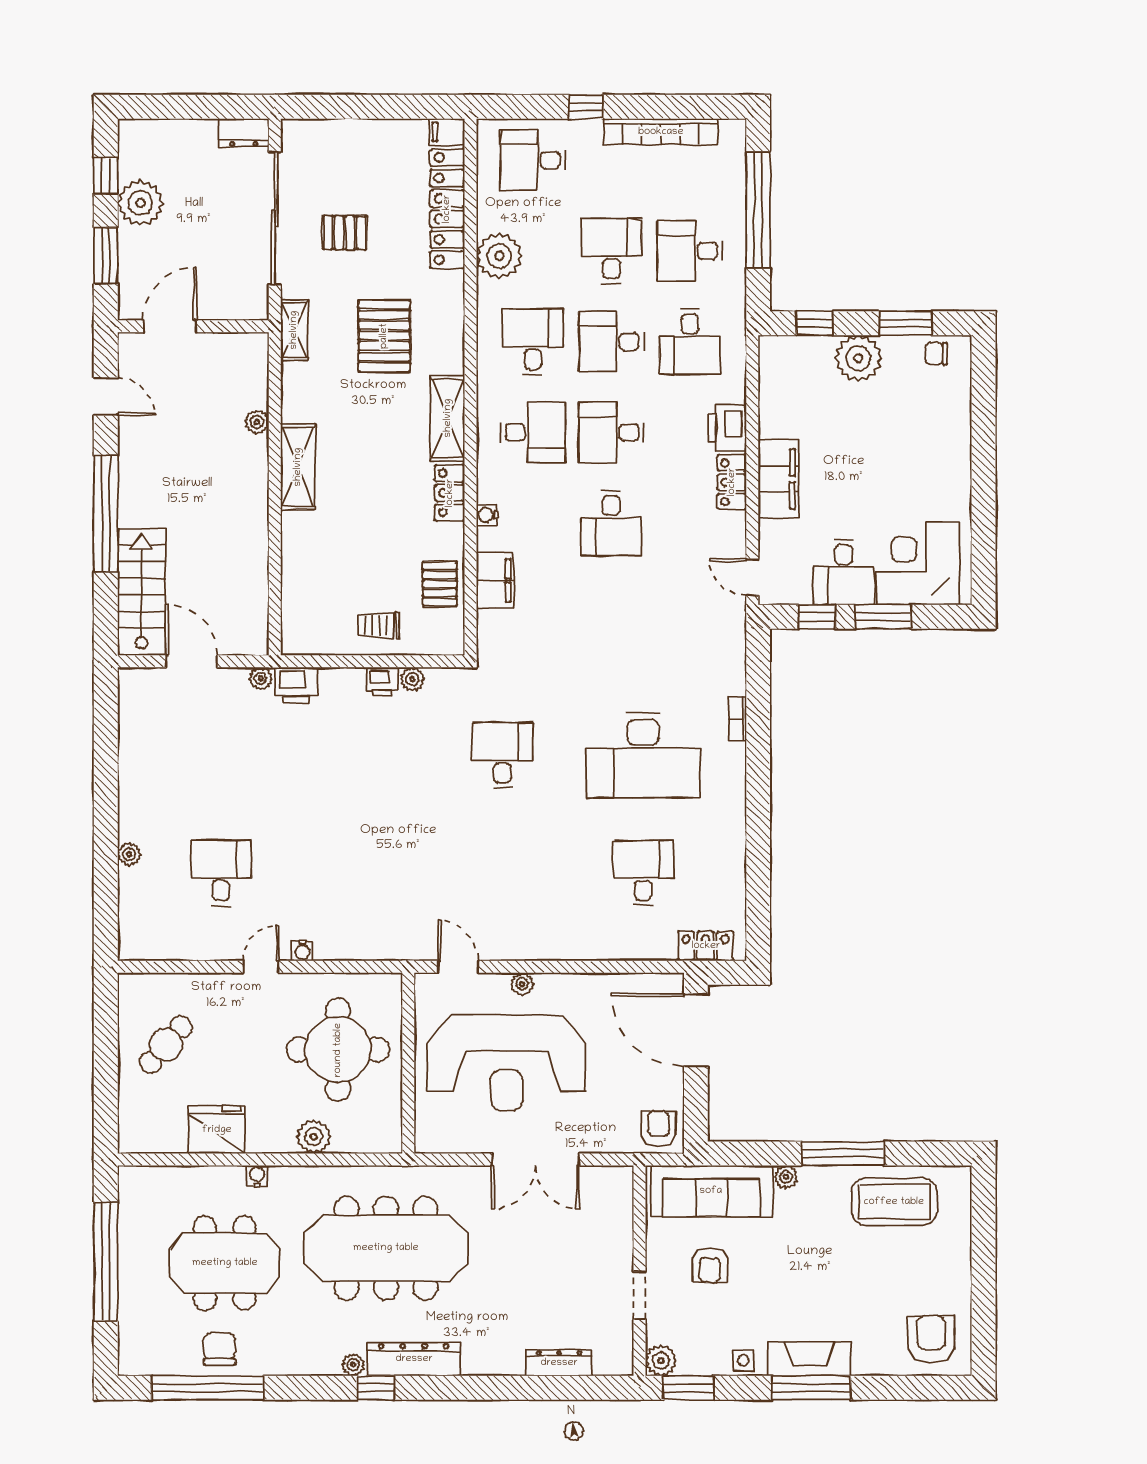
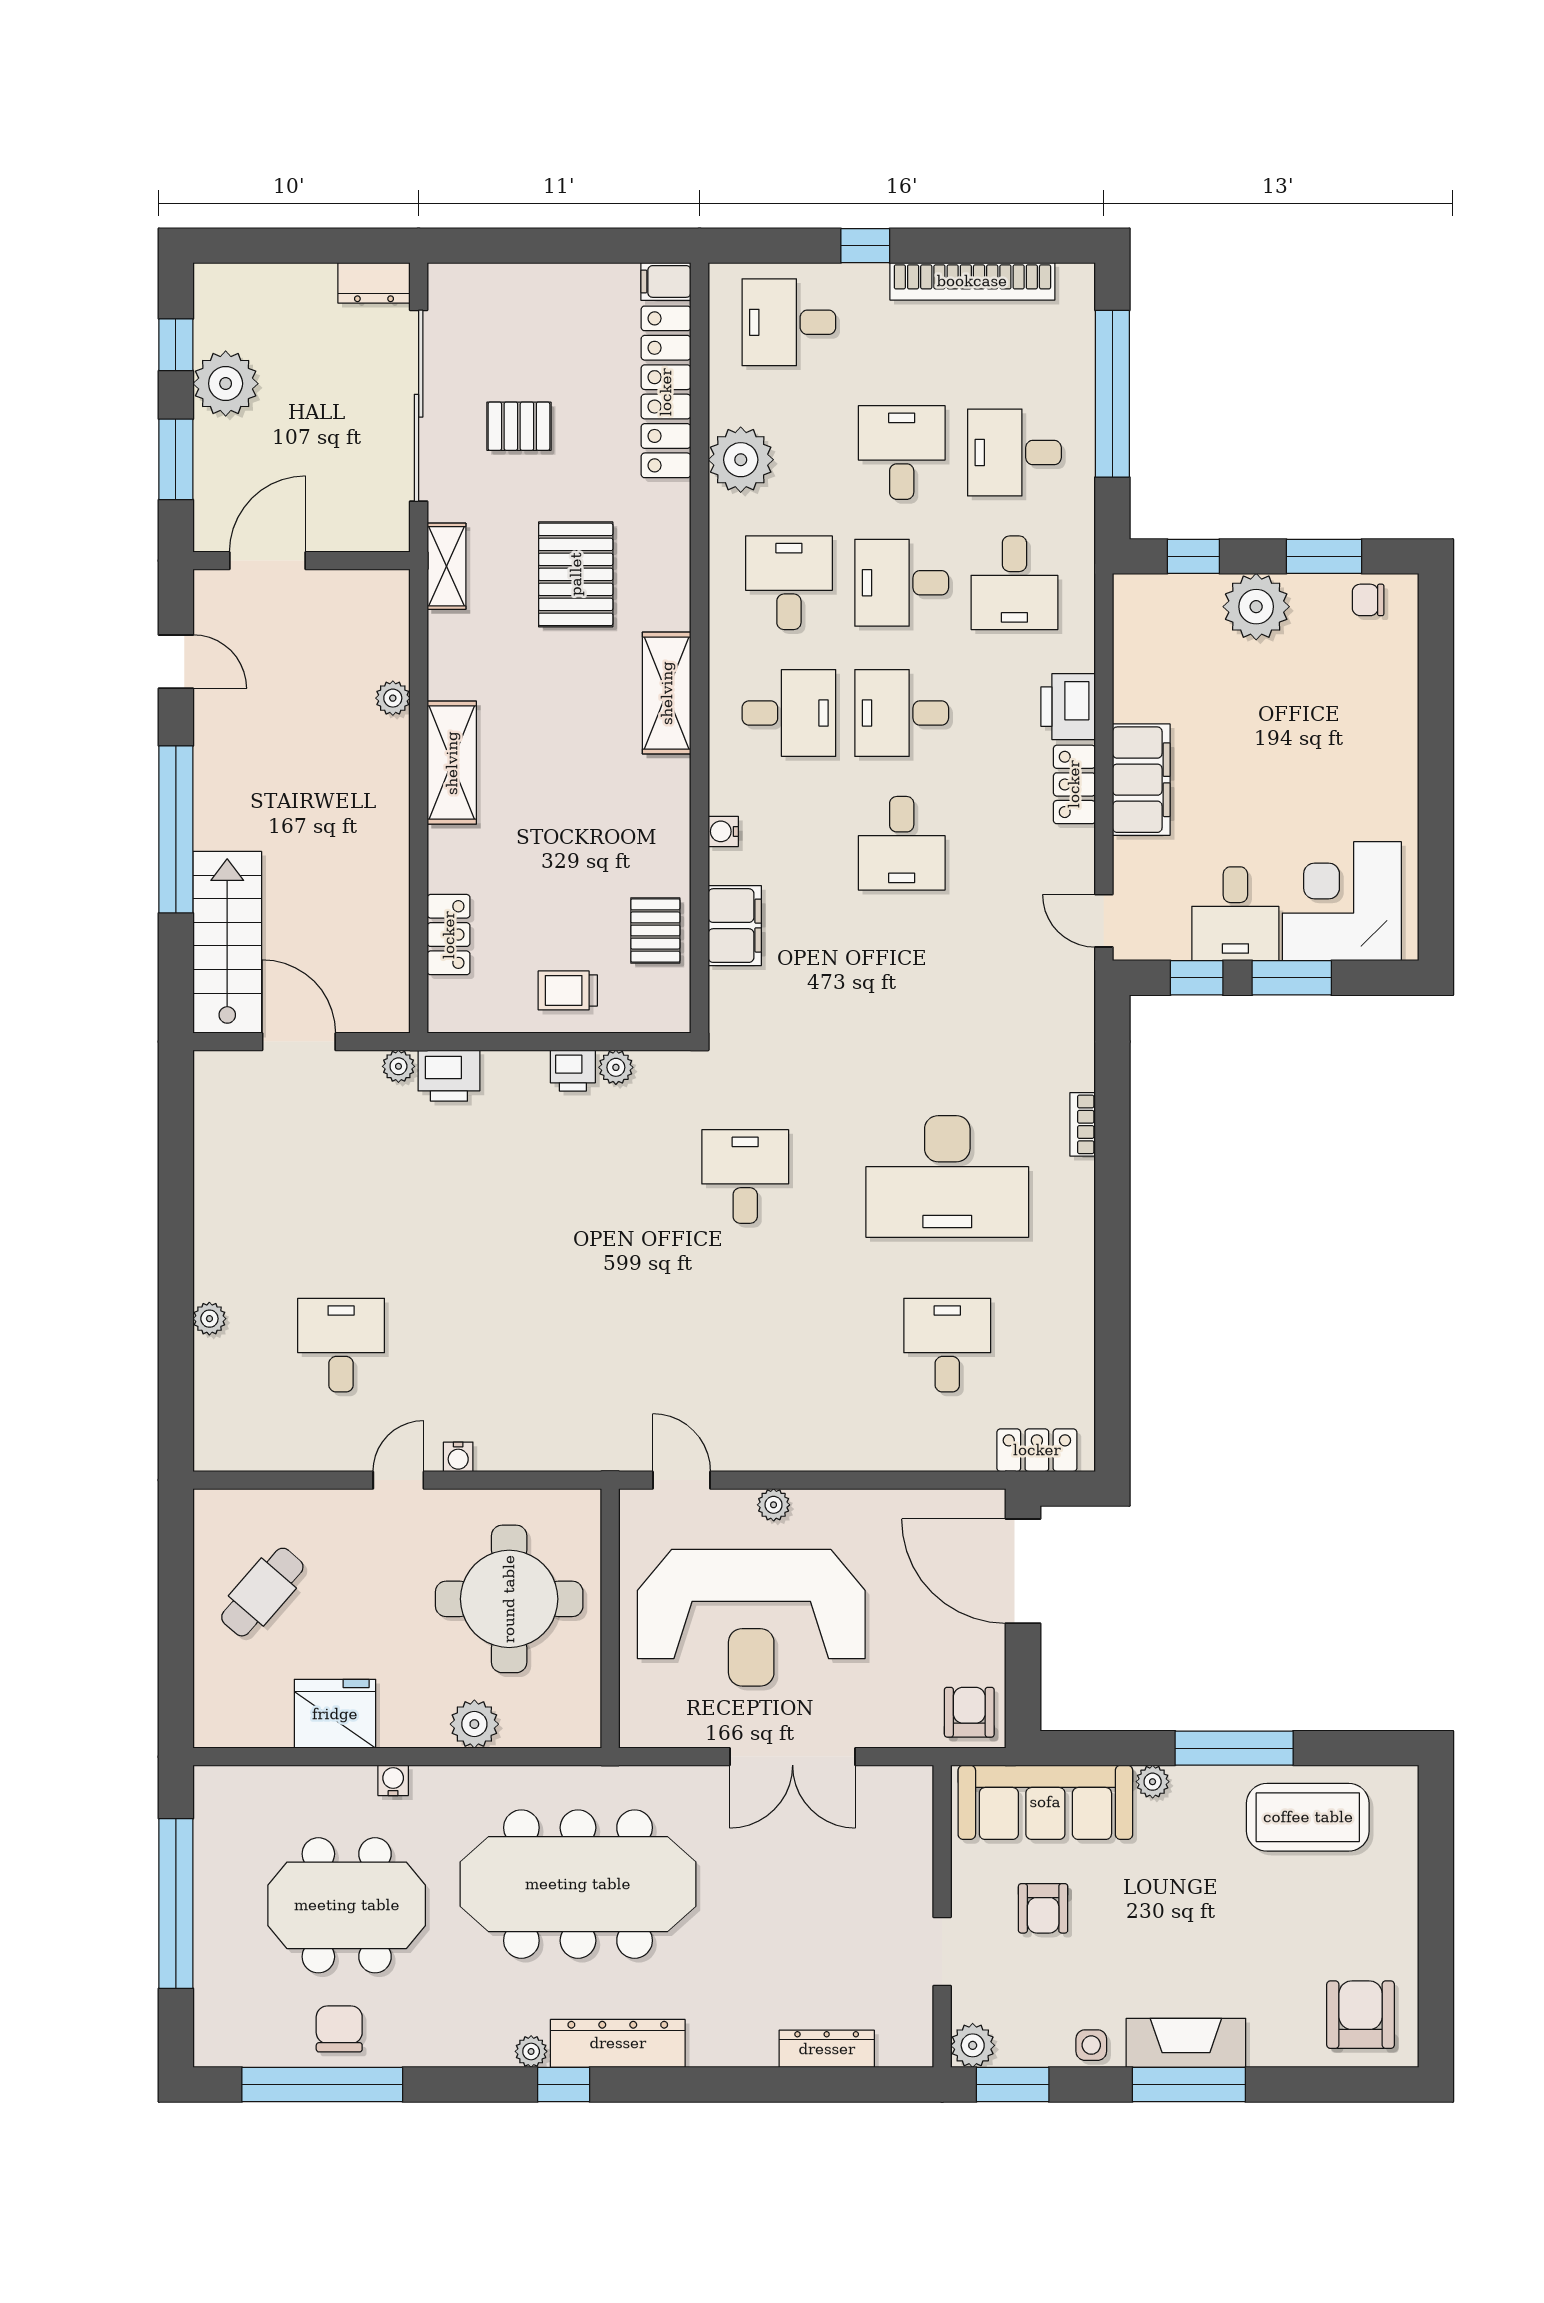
locker: (450, 493) -> (449, 935), moved, turned 180

